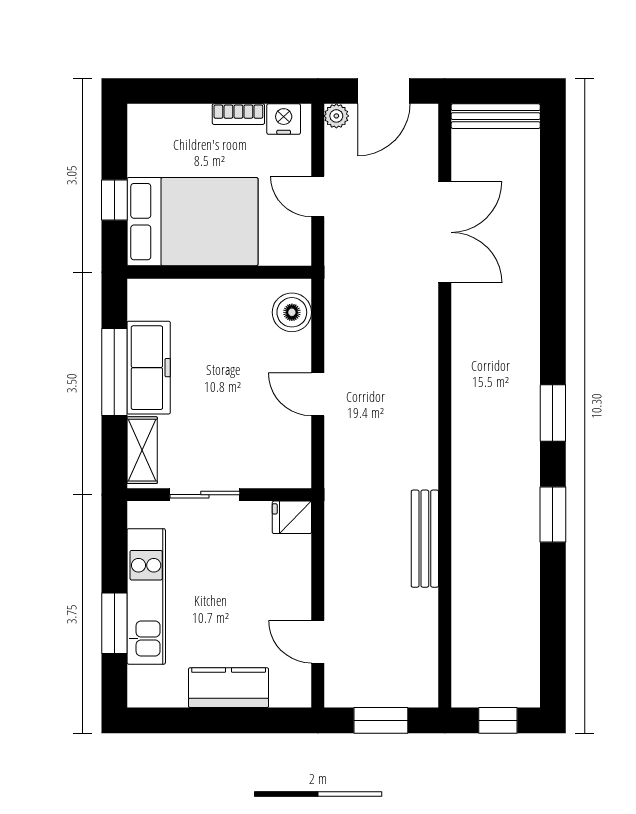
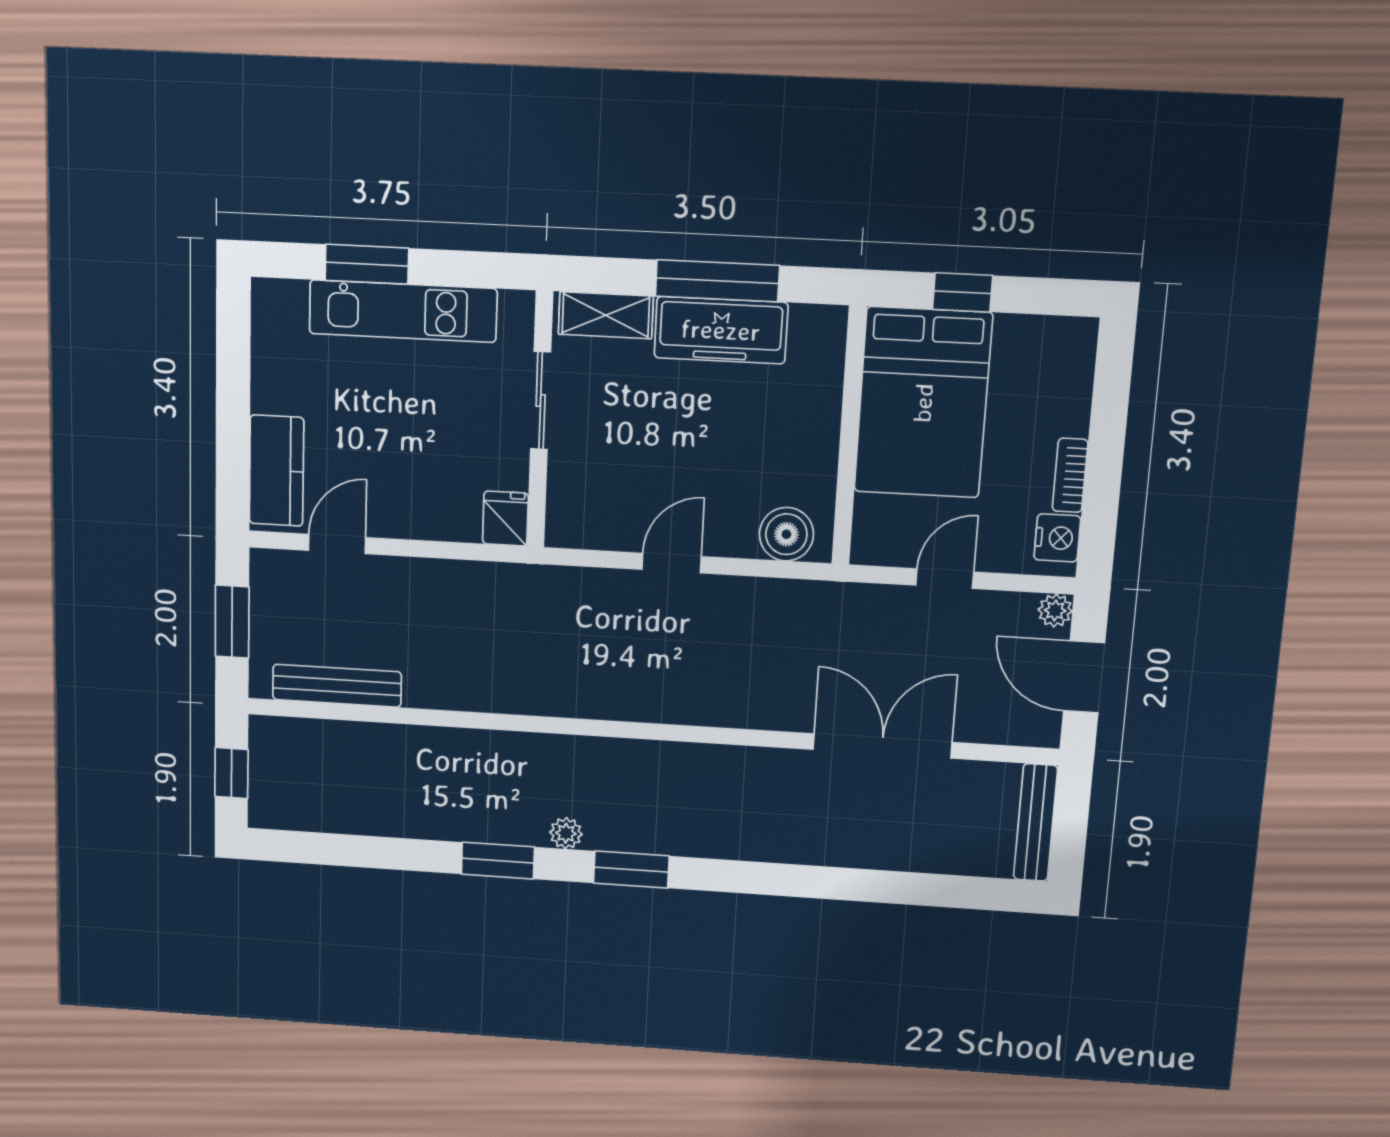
double door: (445, 232) -> (882, 746), swing flipped
plant: (528, 464) -> (566, 833), added
bench: (425, 539) -> (337, 686), moved
kitchen counter: (229, 688) -> (276, 471), moved

